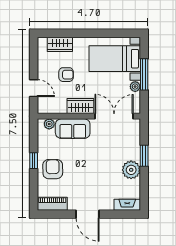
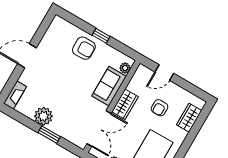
piano: (52, 204) -> (54, 30), removed

